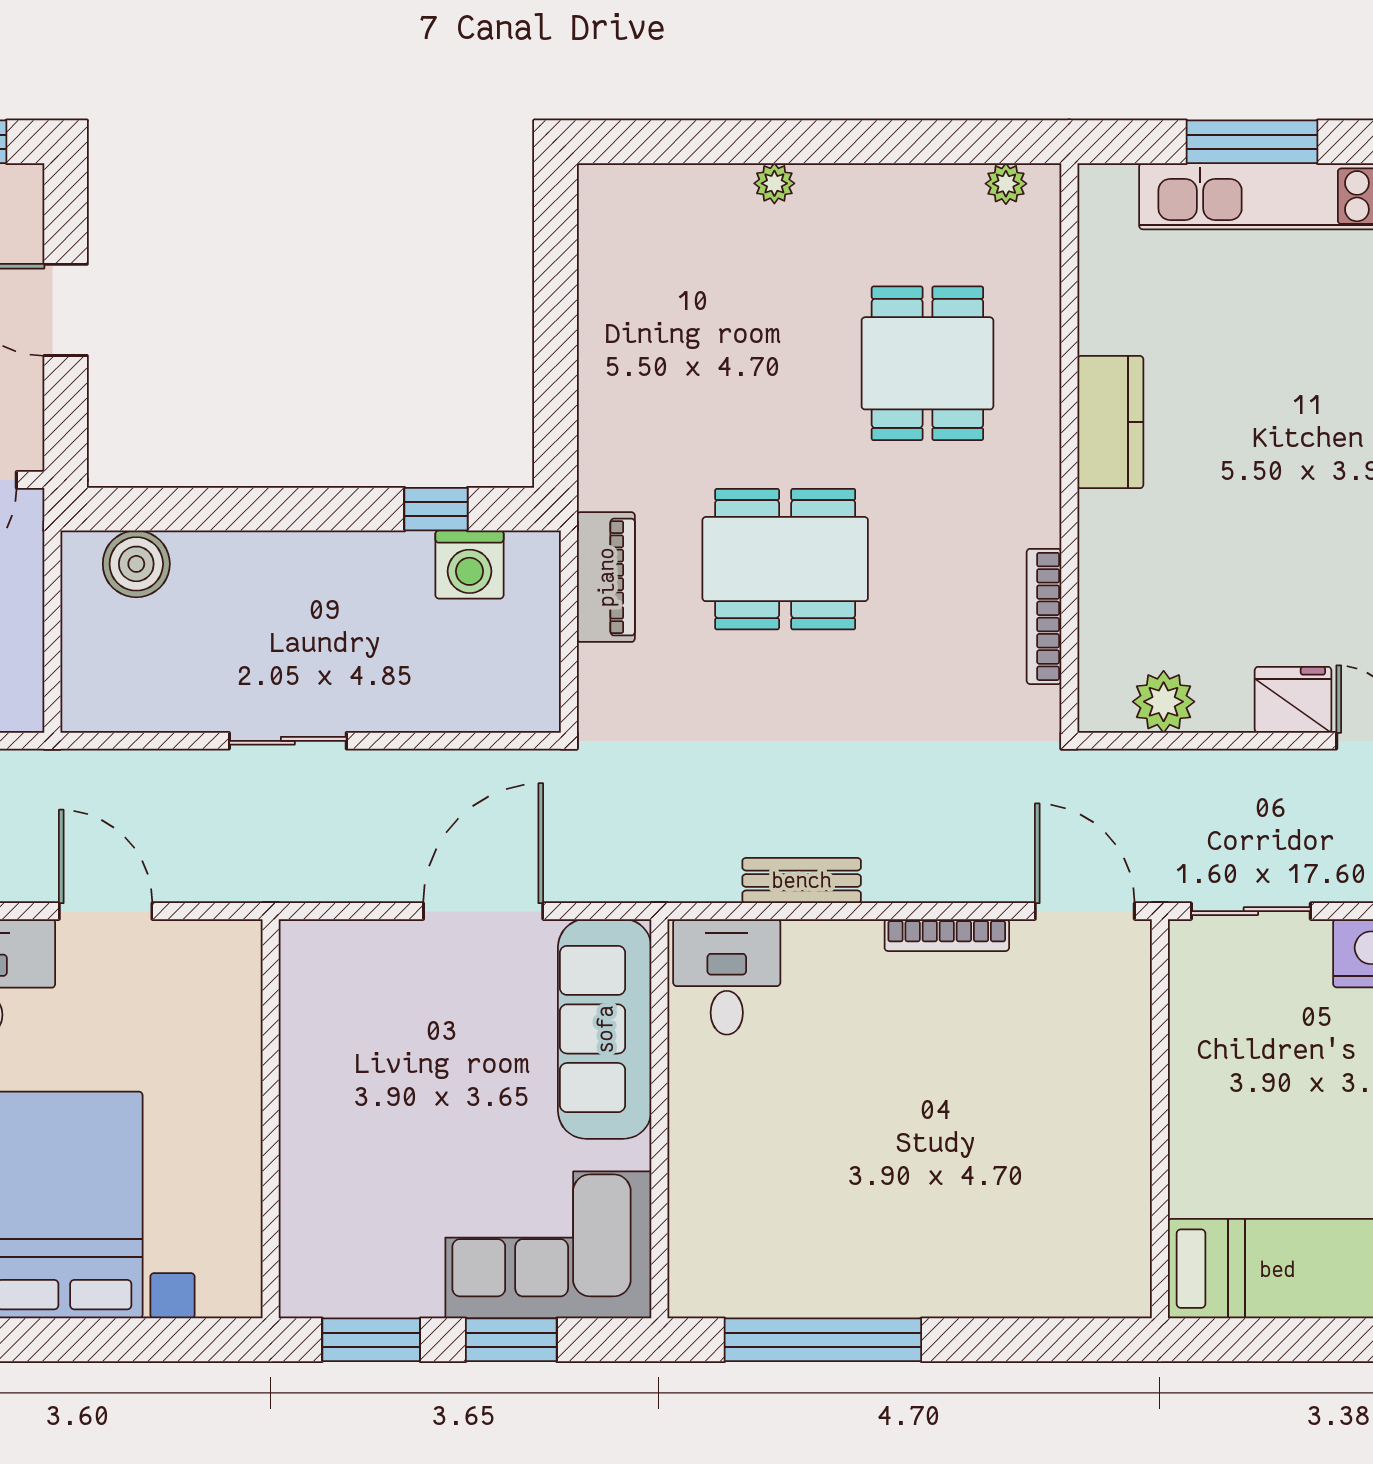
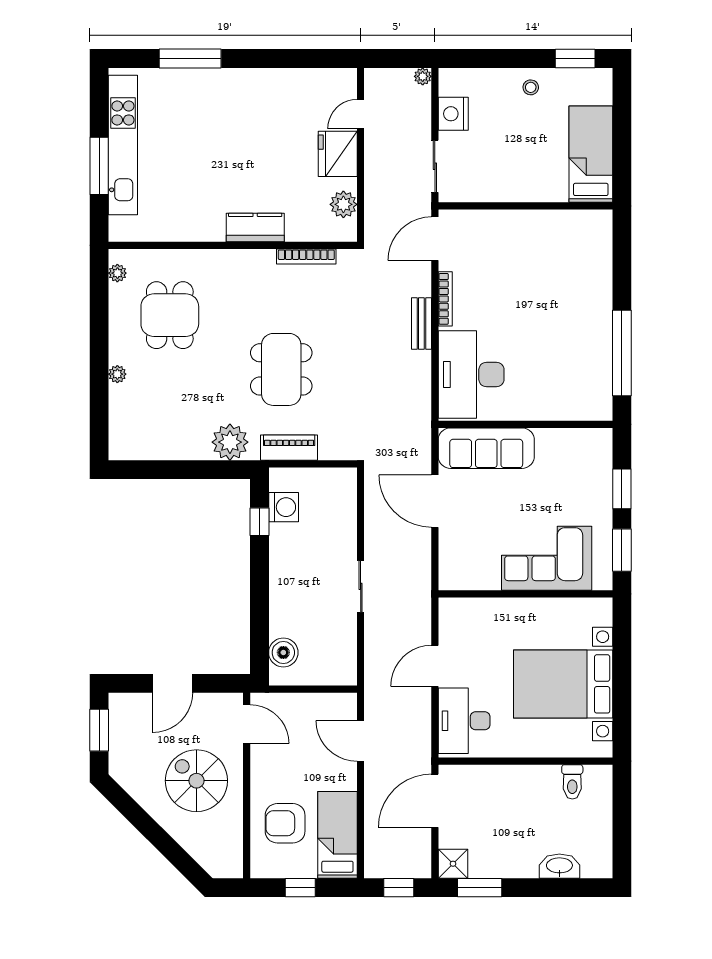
dining table: (927, 363) -> (170, 315), moved, turned 90
kitchen counter: (1110, 422) -> (255, 228), moved
plant: (619, 442) -> (230, 442), added
fridge: (1293, 700) -> (338, 154), width x1.36, depth x1.34
bench: (802, 880) -> (421, 324), moved
desk: (727, 977) -> (471, 374), width x1.87, depth x1.30
corner sofa: (548, 1245) -> (547, 558), moved, turned 90

